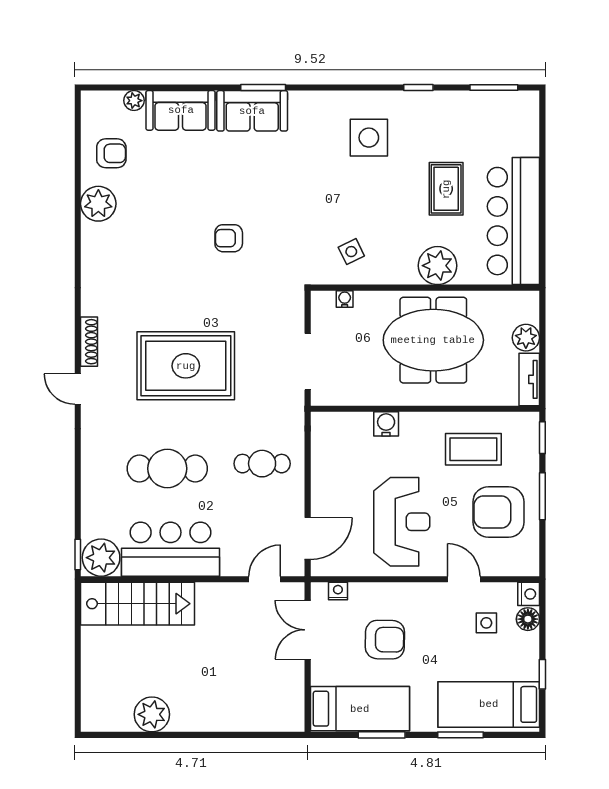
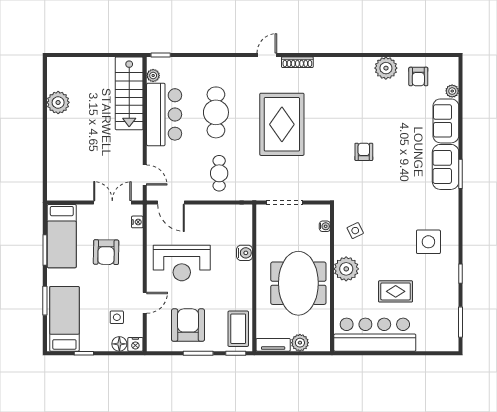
plant: (438, 266) -> (346, 269), moved
coffee table: (473, 449) -> (238, 329), moved
plant: (101, 558) -> (153, 76), width x0.53, depth x0.53

